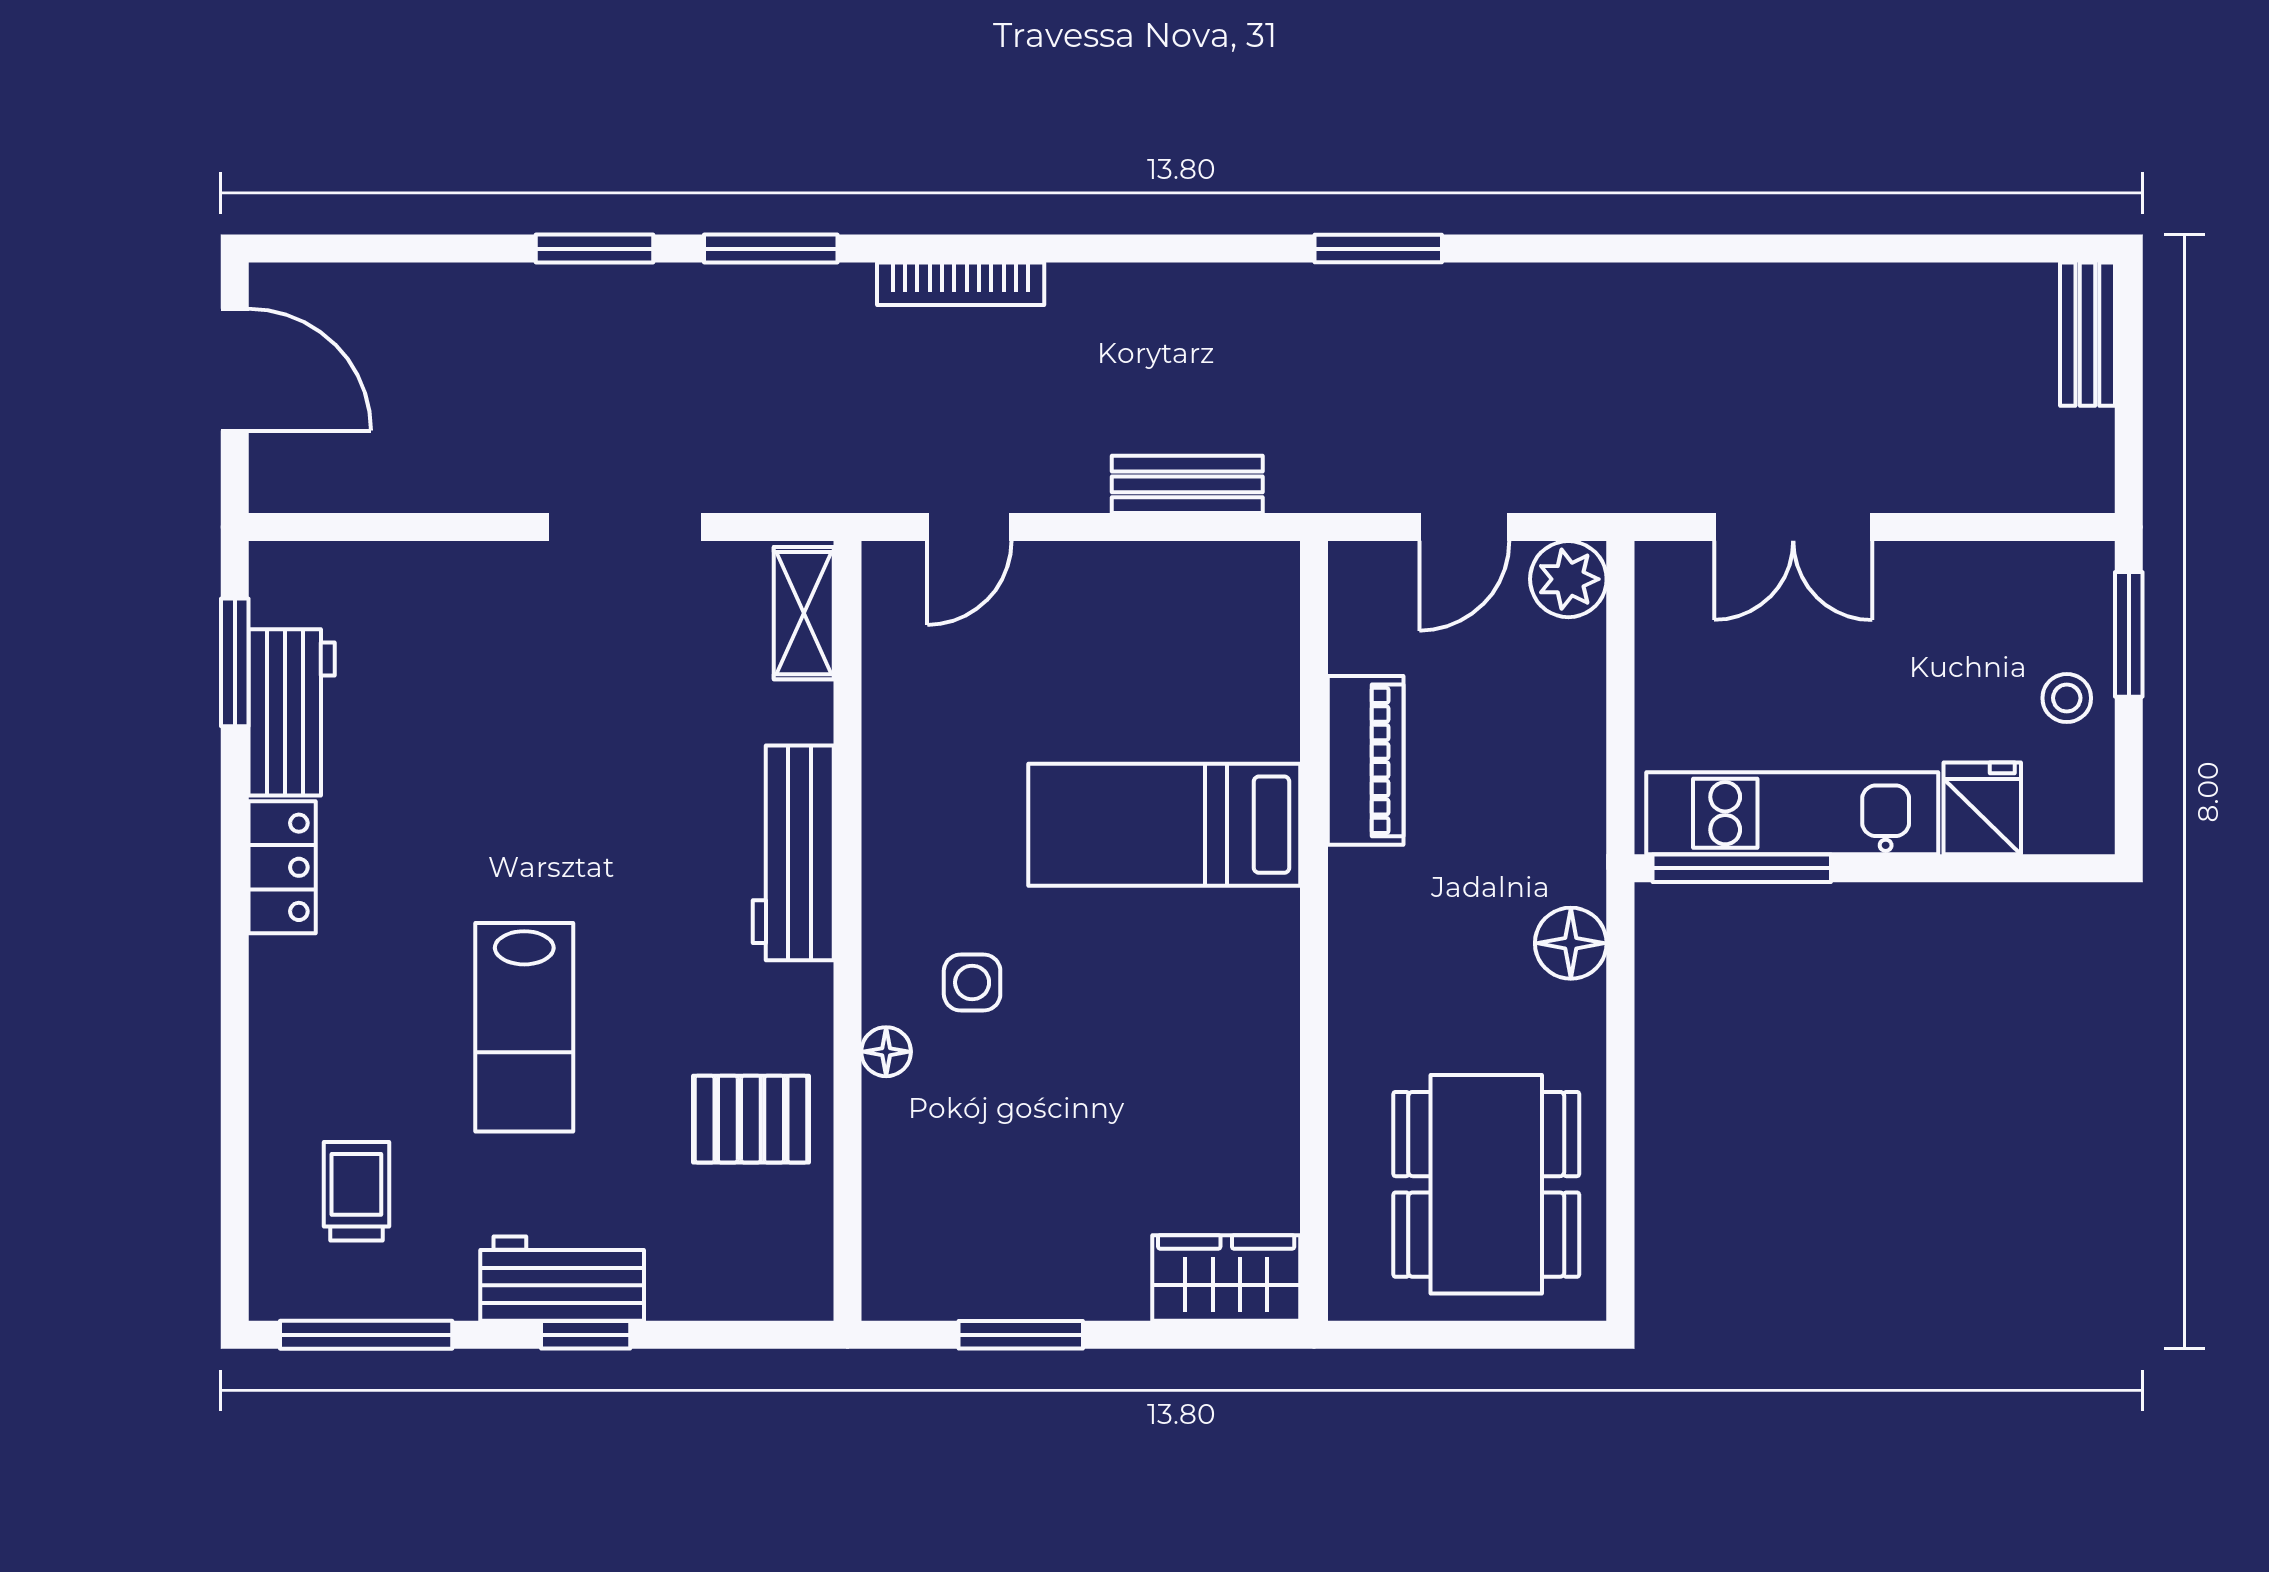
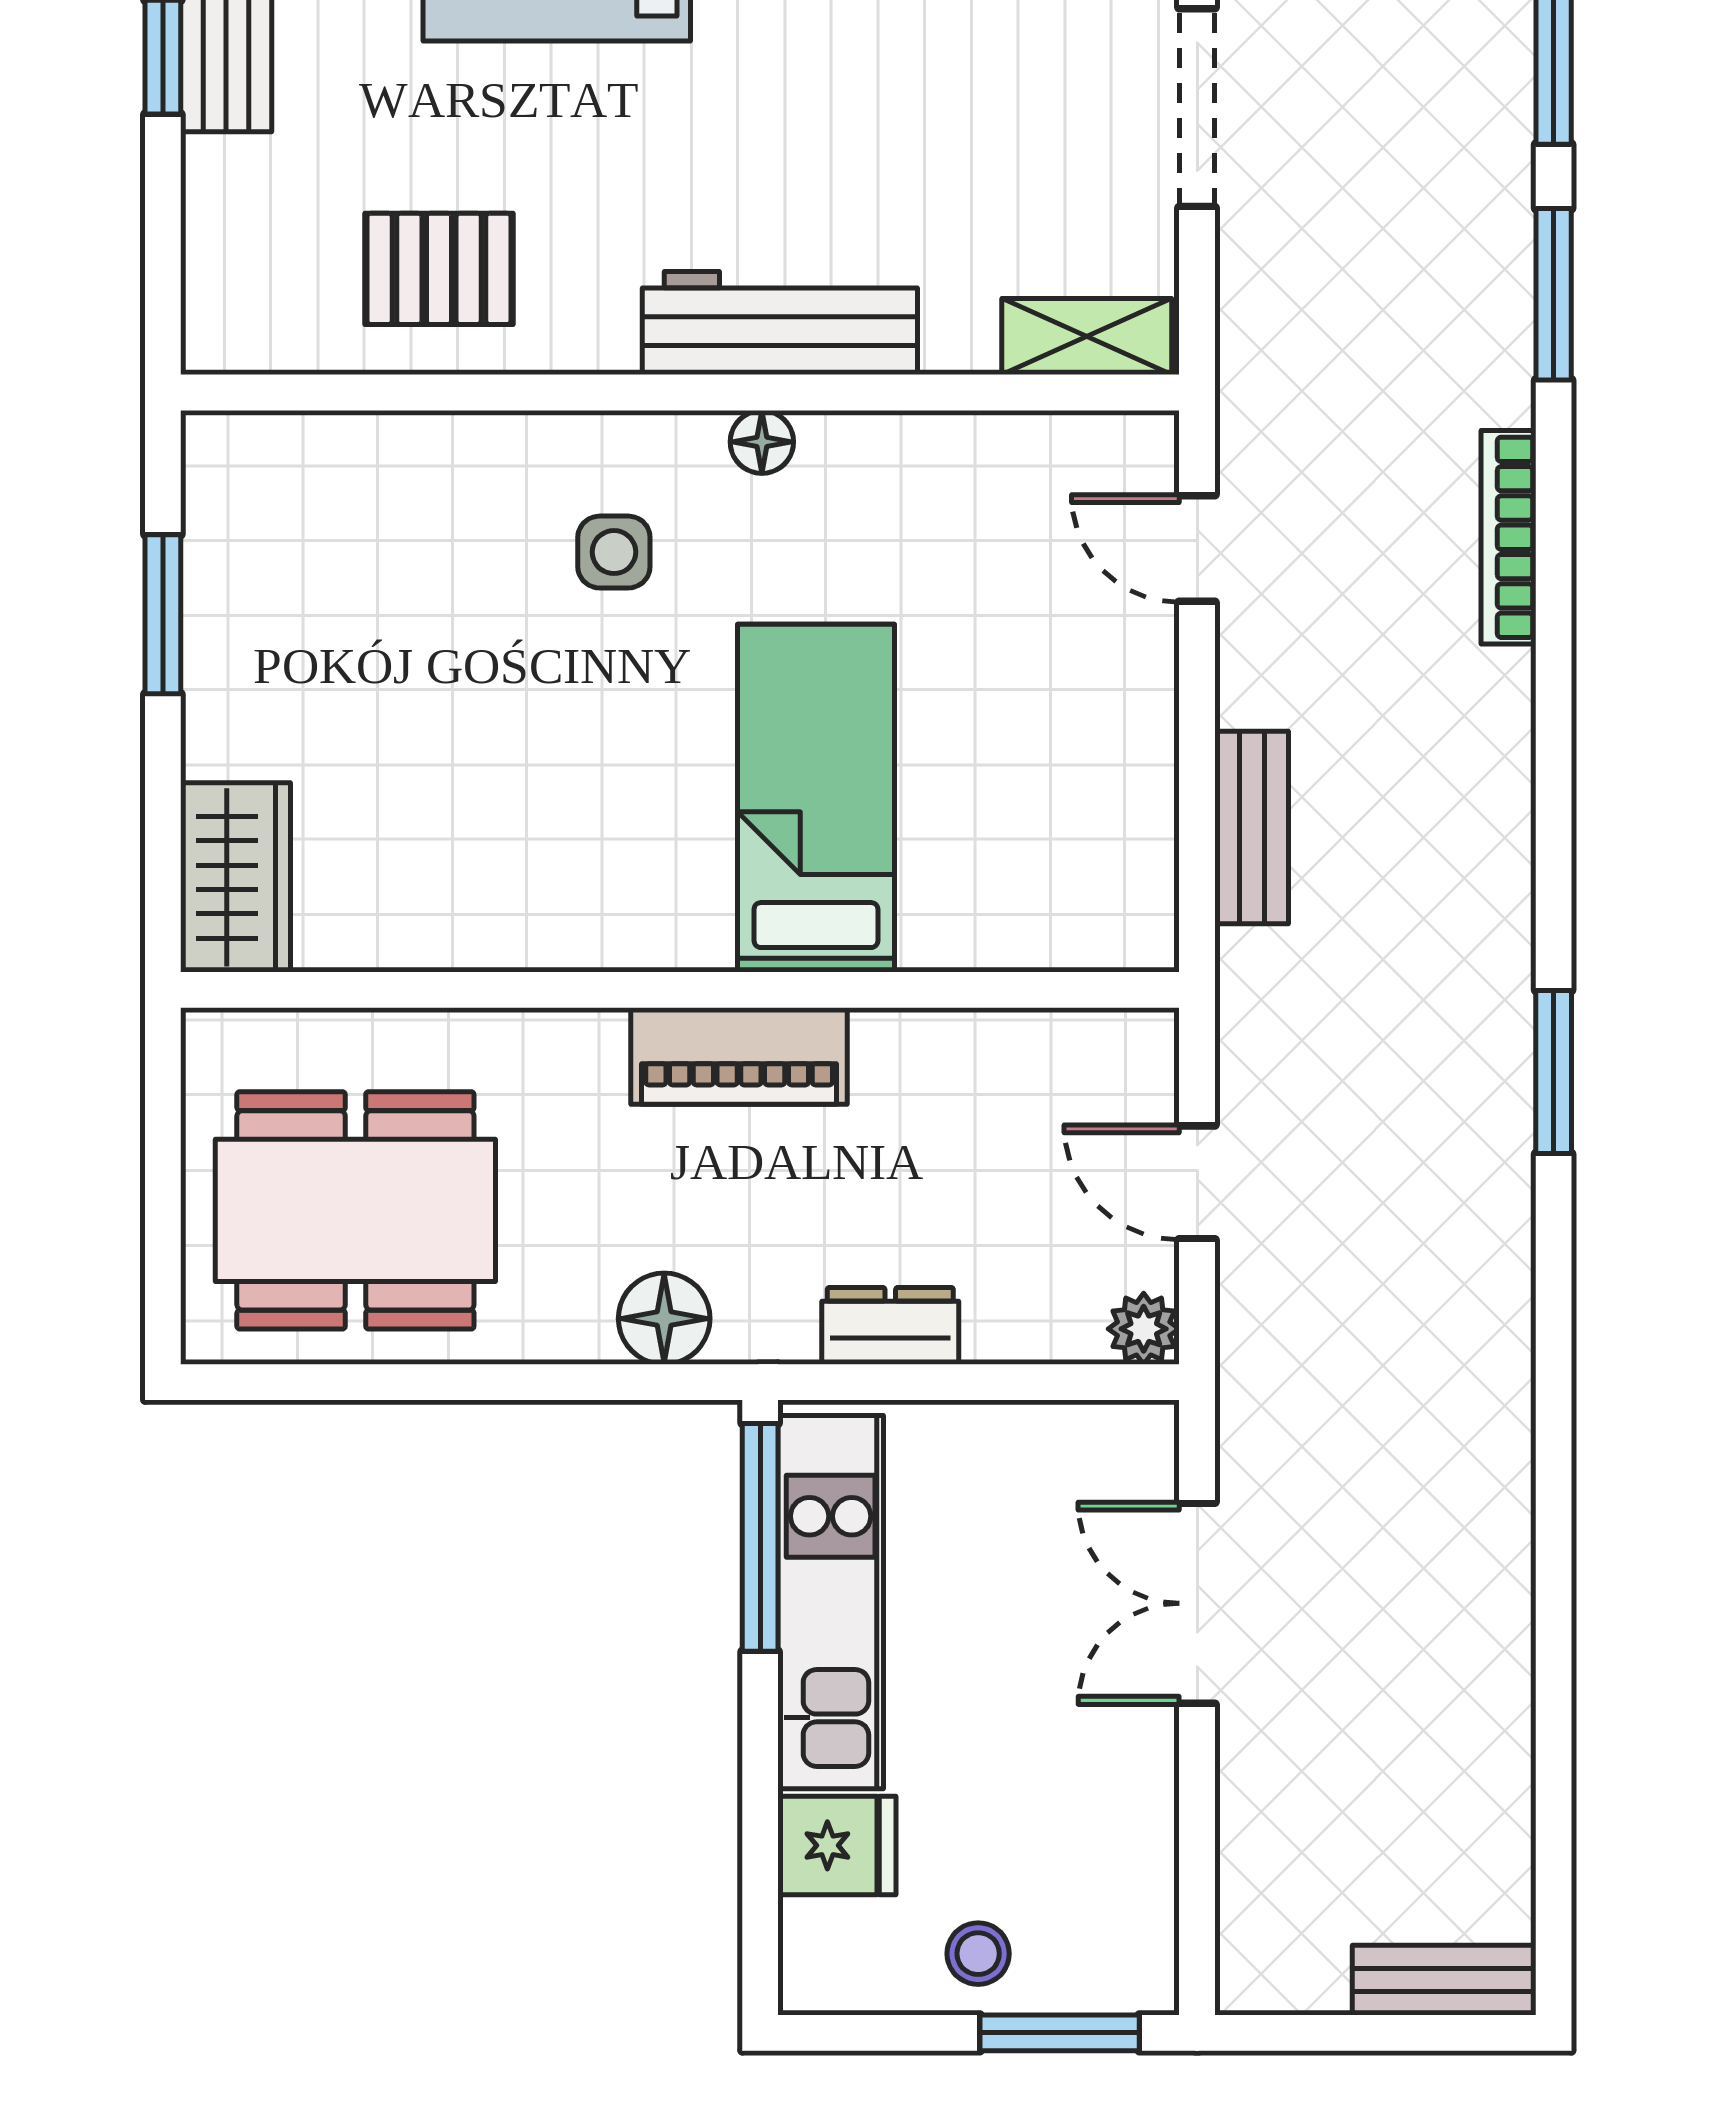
plant: (1568, 579) -> (1144, 1329), width x0.73, depth x0.73
piano: (1366, 760) -> (739, 1056), moved
dresser: (1576, 767) -> (890, 1326), added
floor lamp: (886, 1052) -> (762, 442), moved
pallet: (751, 1119) -> (439, 269), turned 90

